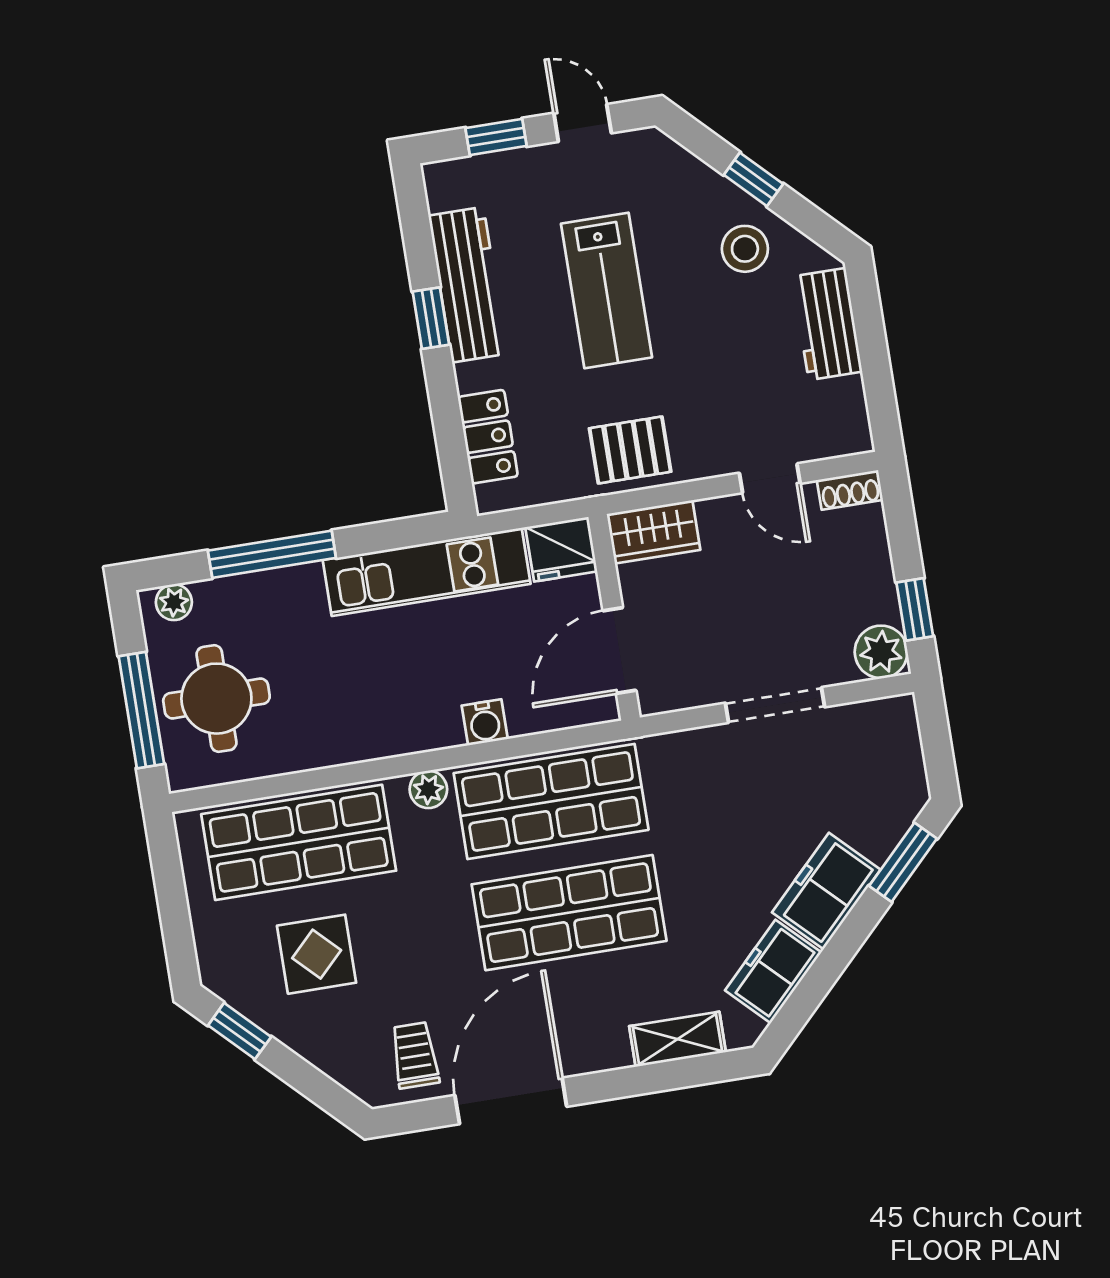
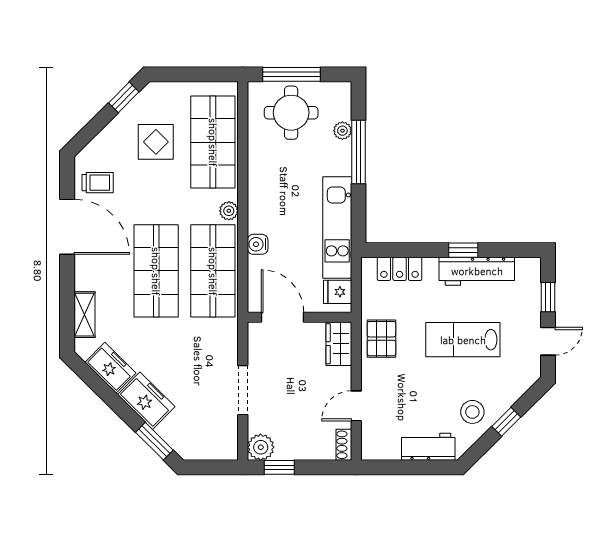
fridge: (561, 549) -> (338, 292), width x0.72
plant: (174, 602) -> (342, 131), moved

